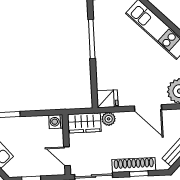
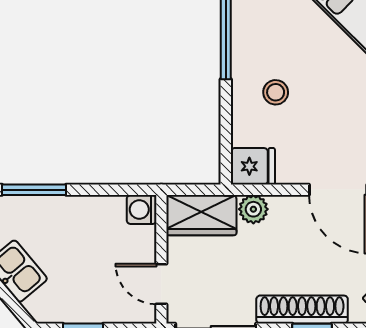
stool: (116, 63) -> (276, 92), added

